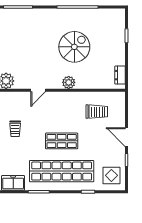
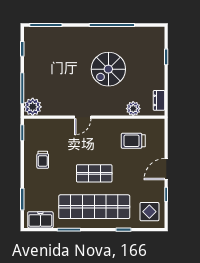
spiral stairs: (74, 47) -> (108, 69), turned 180
plant: (69, 82) -> (133, 109), moved
door: (38, 90) -> (83, 117), moved
trolley: (97, 112) -> (133, 141), turned 180
door: (127, 137) -> (166, 169), hinge flipped

